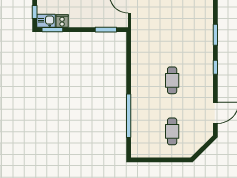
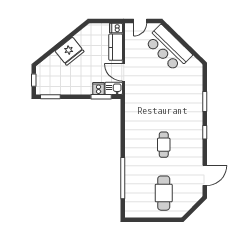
kitchen sink: (46, 21) -> (114, 88), moved
cooker: (62, 21) -> (99, 88), moved
cafe table: (172, 131) -> (164, 193), width x1.37, depth x1.35

